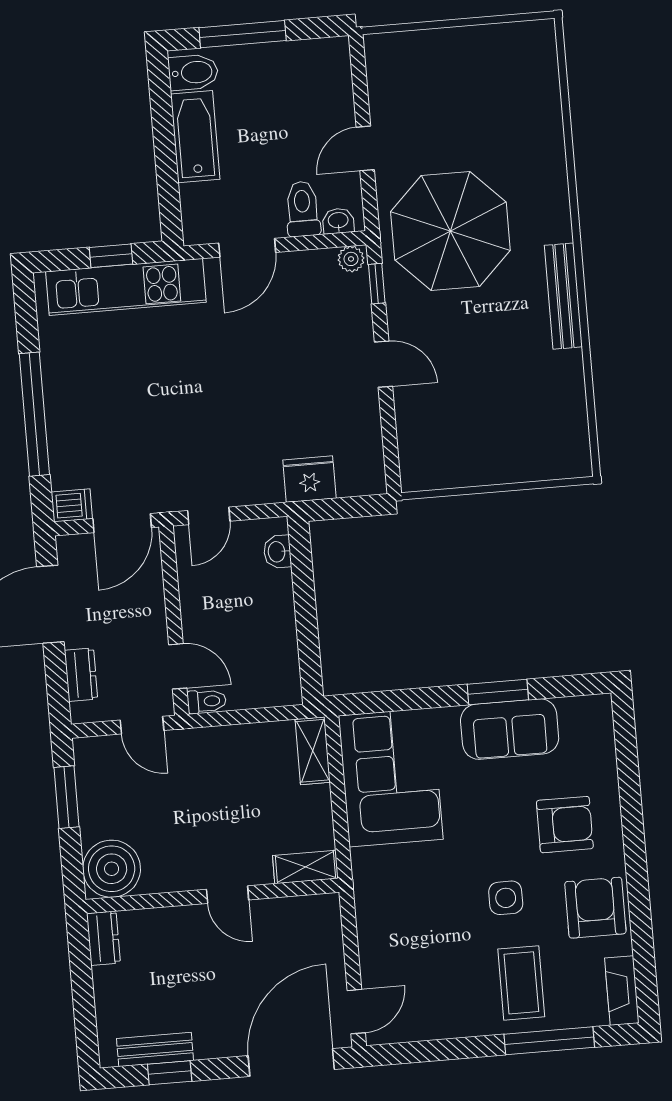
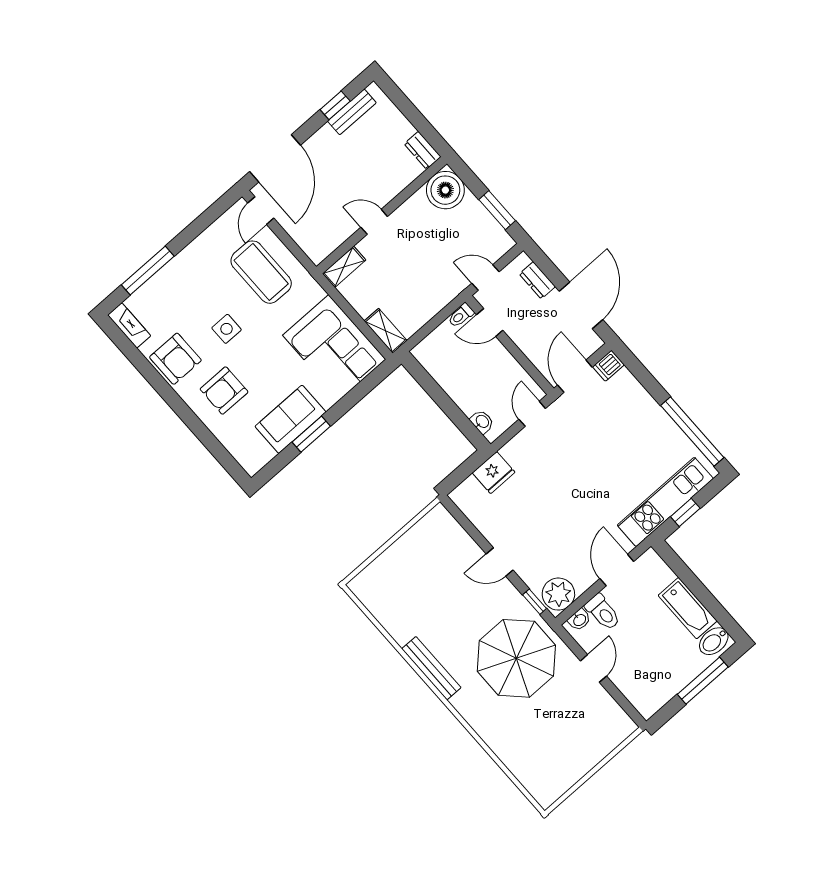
plant: (351, 259) -> (558, 594), width x1.88, depth x1.88
window: (34, 414) -> (692, 431), moved
coffee table: (521, 983) -> (261, 272), moved, width x1.36, depth x1.32

